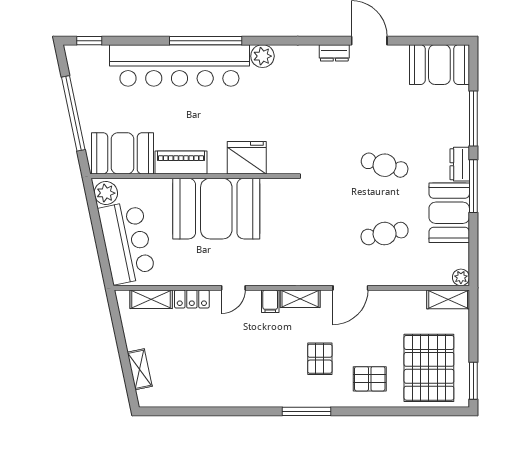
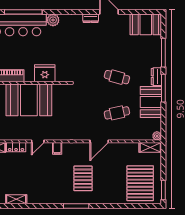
shelving: (300, 299) -> (16, 199), moved
pallet: (320, 359) -> (83, 178), width x1.50, depth x1.42
pallet: (370, 379) -> (109, 189), removed

